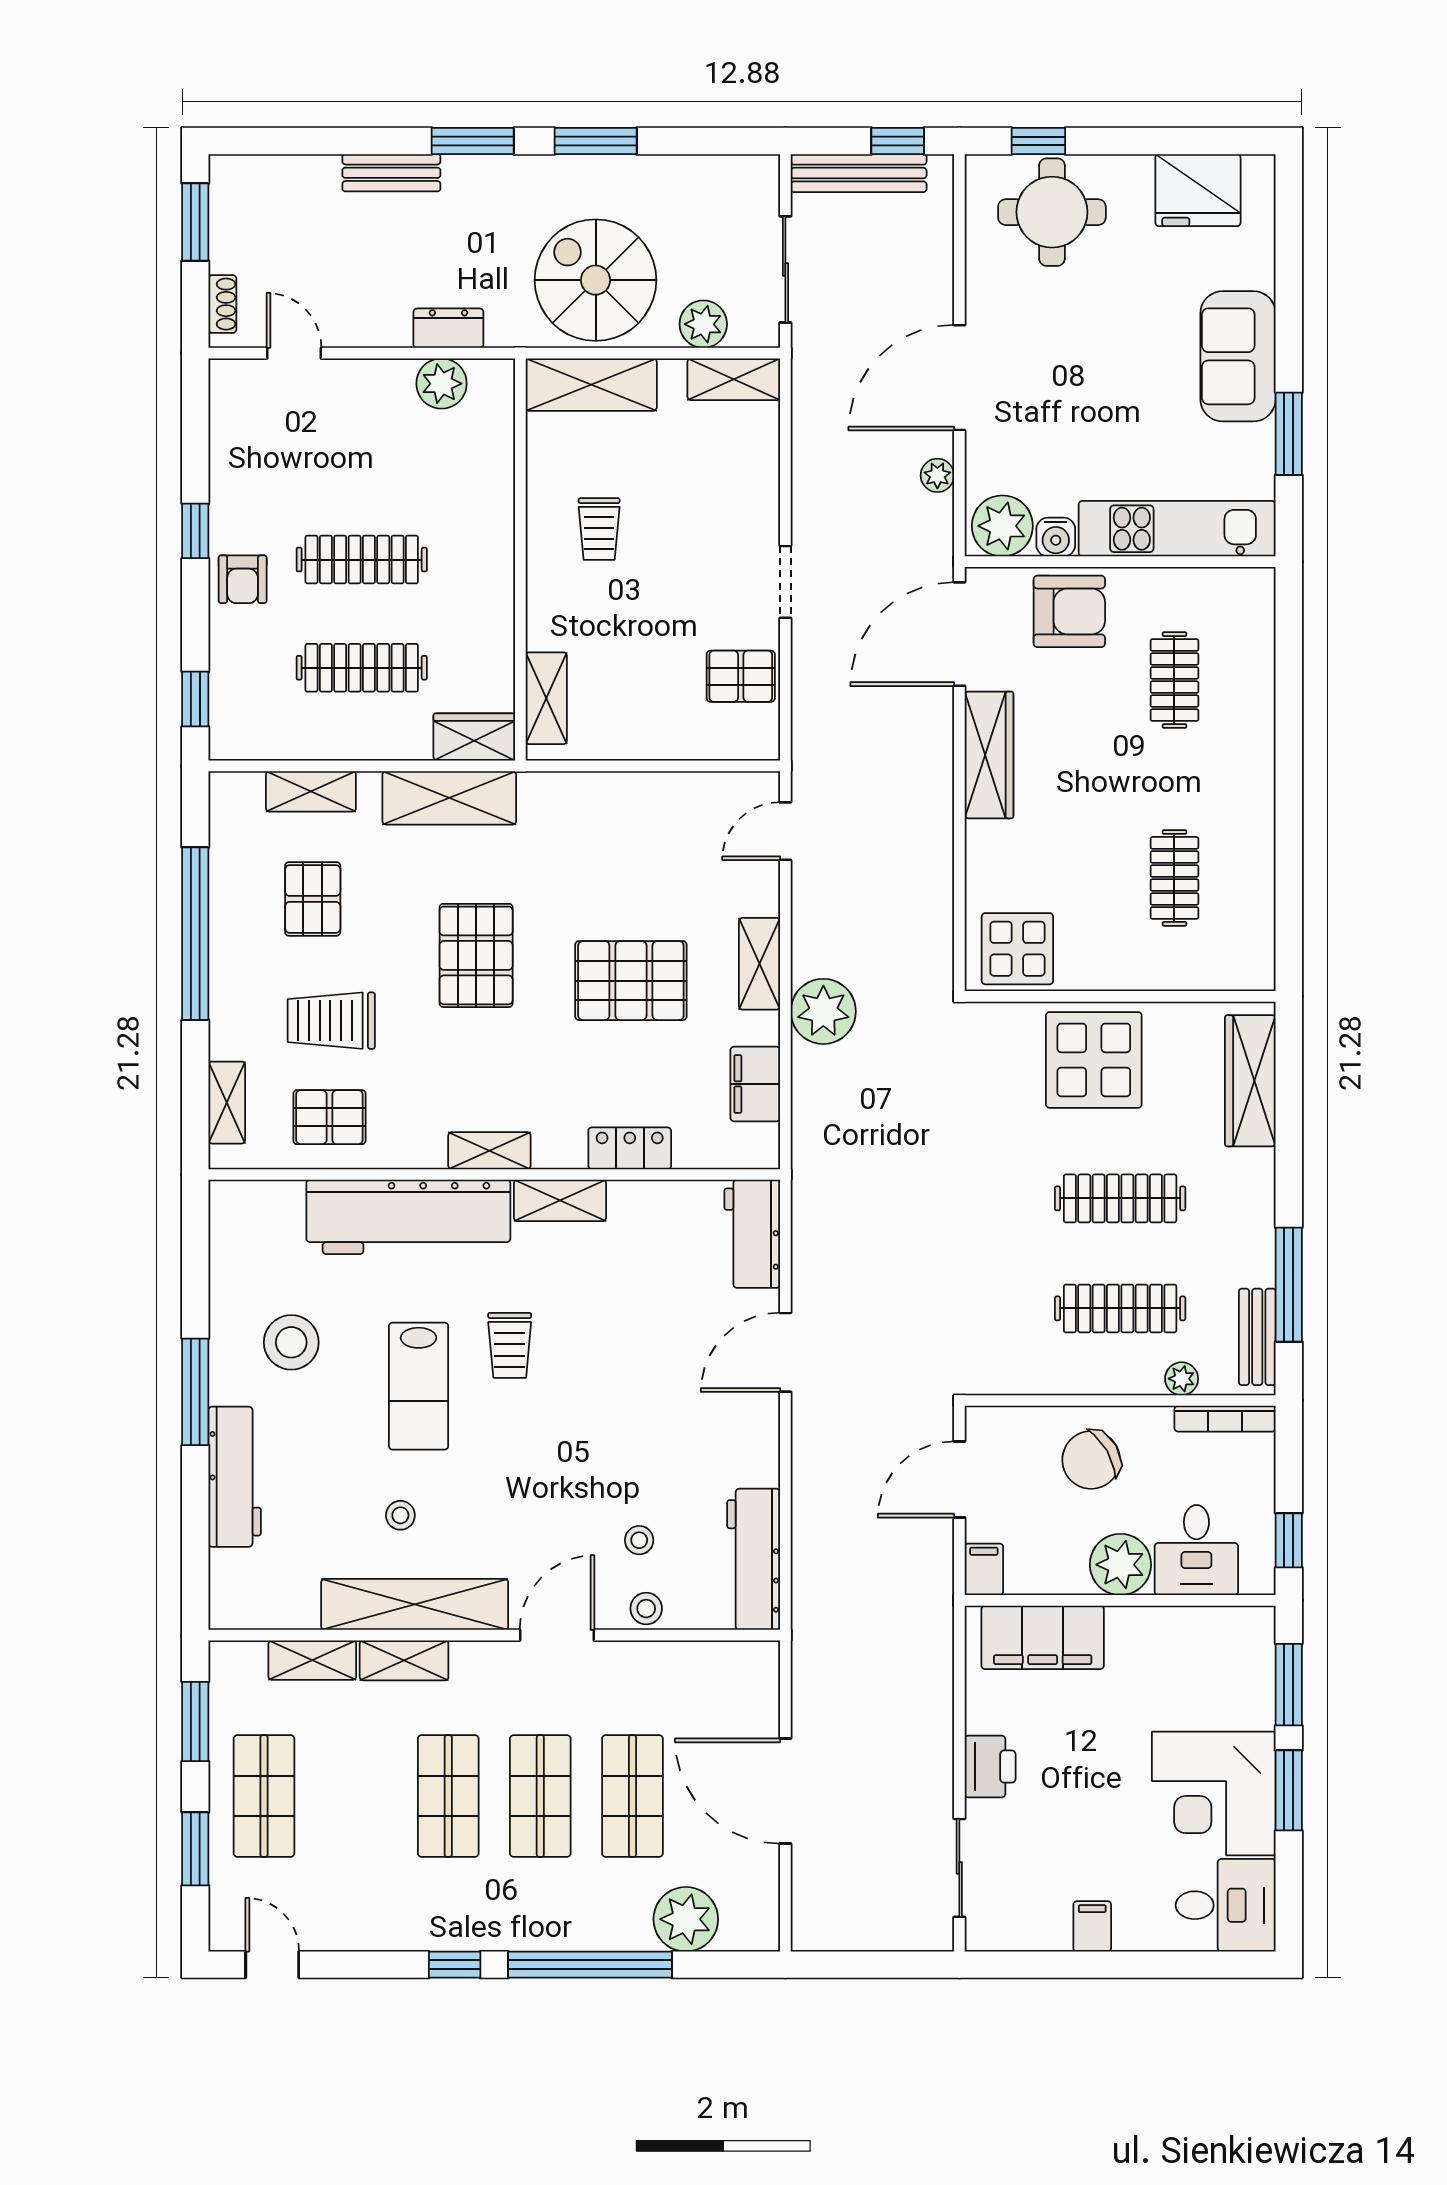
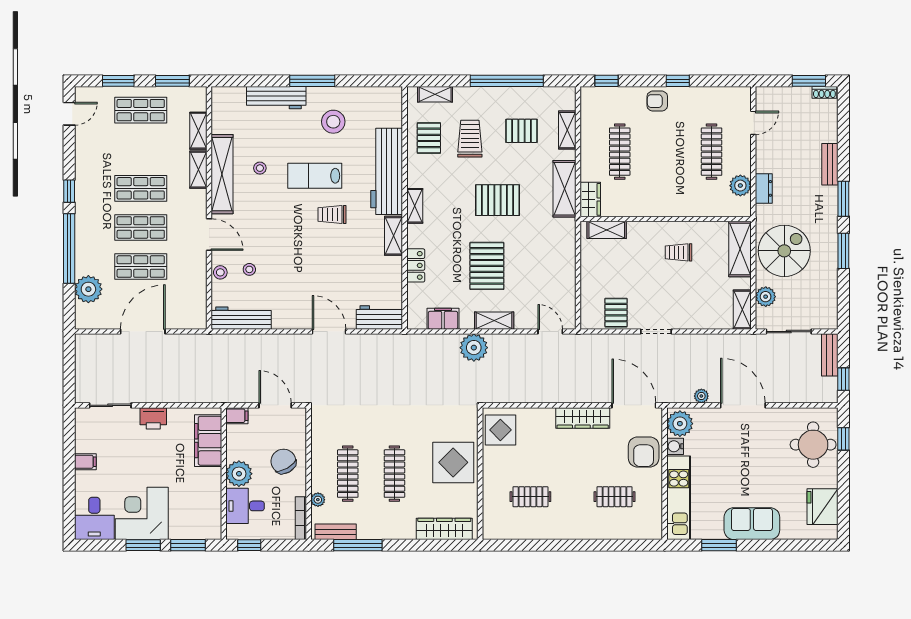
bench: (859, 173) -> (830, 355), width x0.73
shoe rack: (222, 304) -> (824, 92), moved
clothes rail: (362, 560) -> (712, 152), moved

